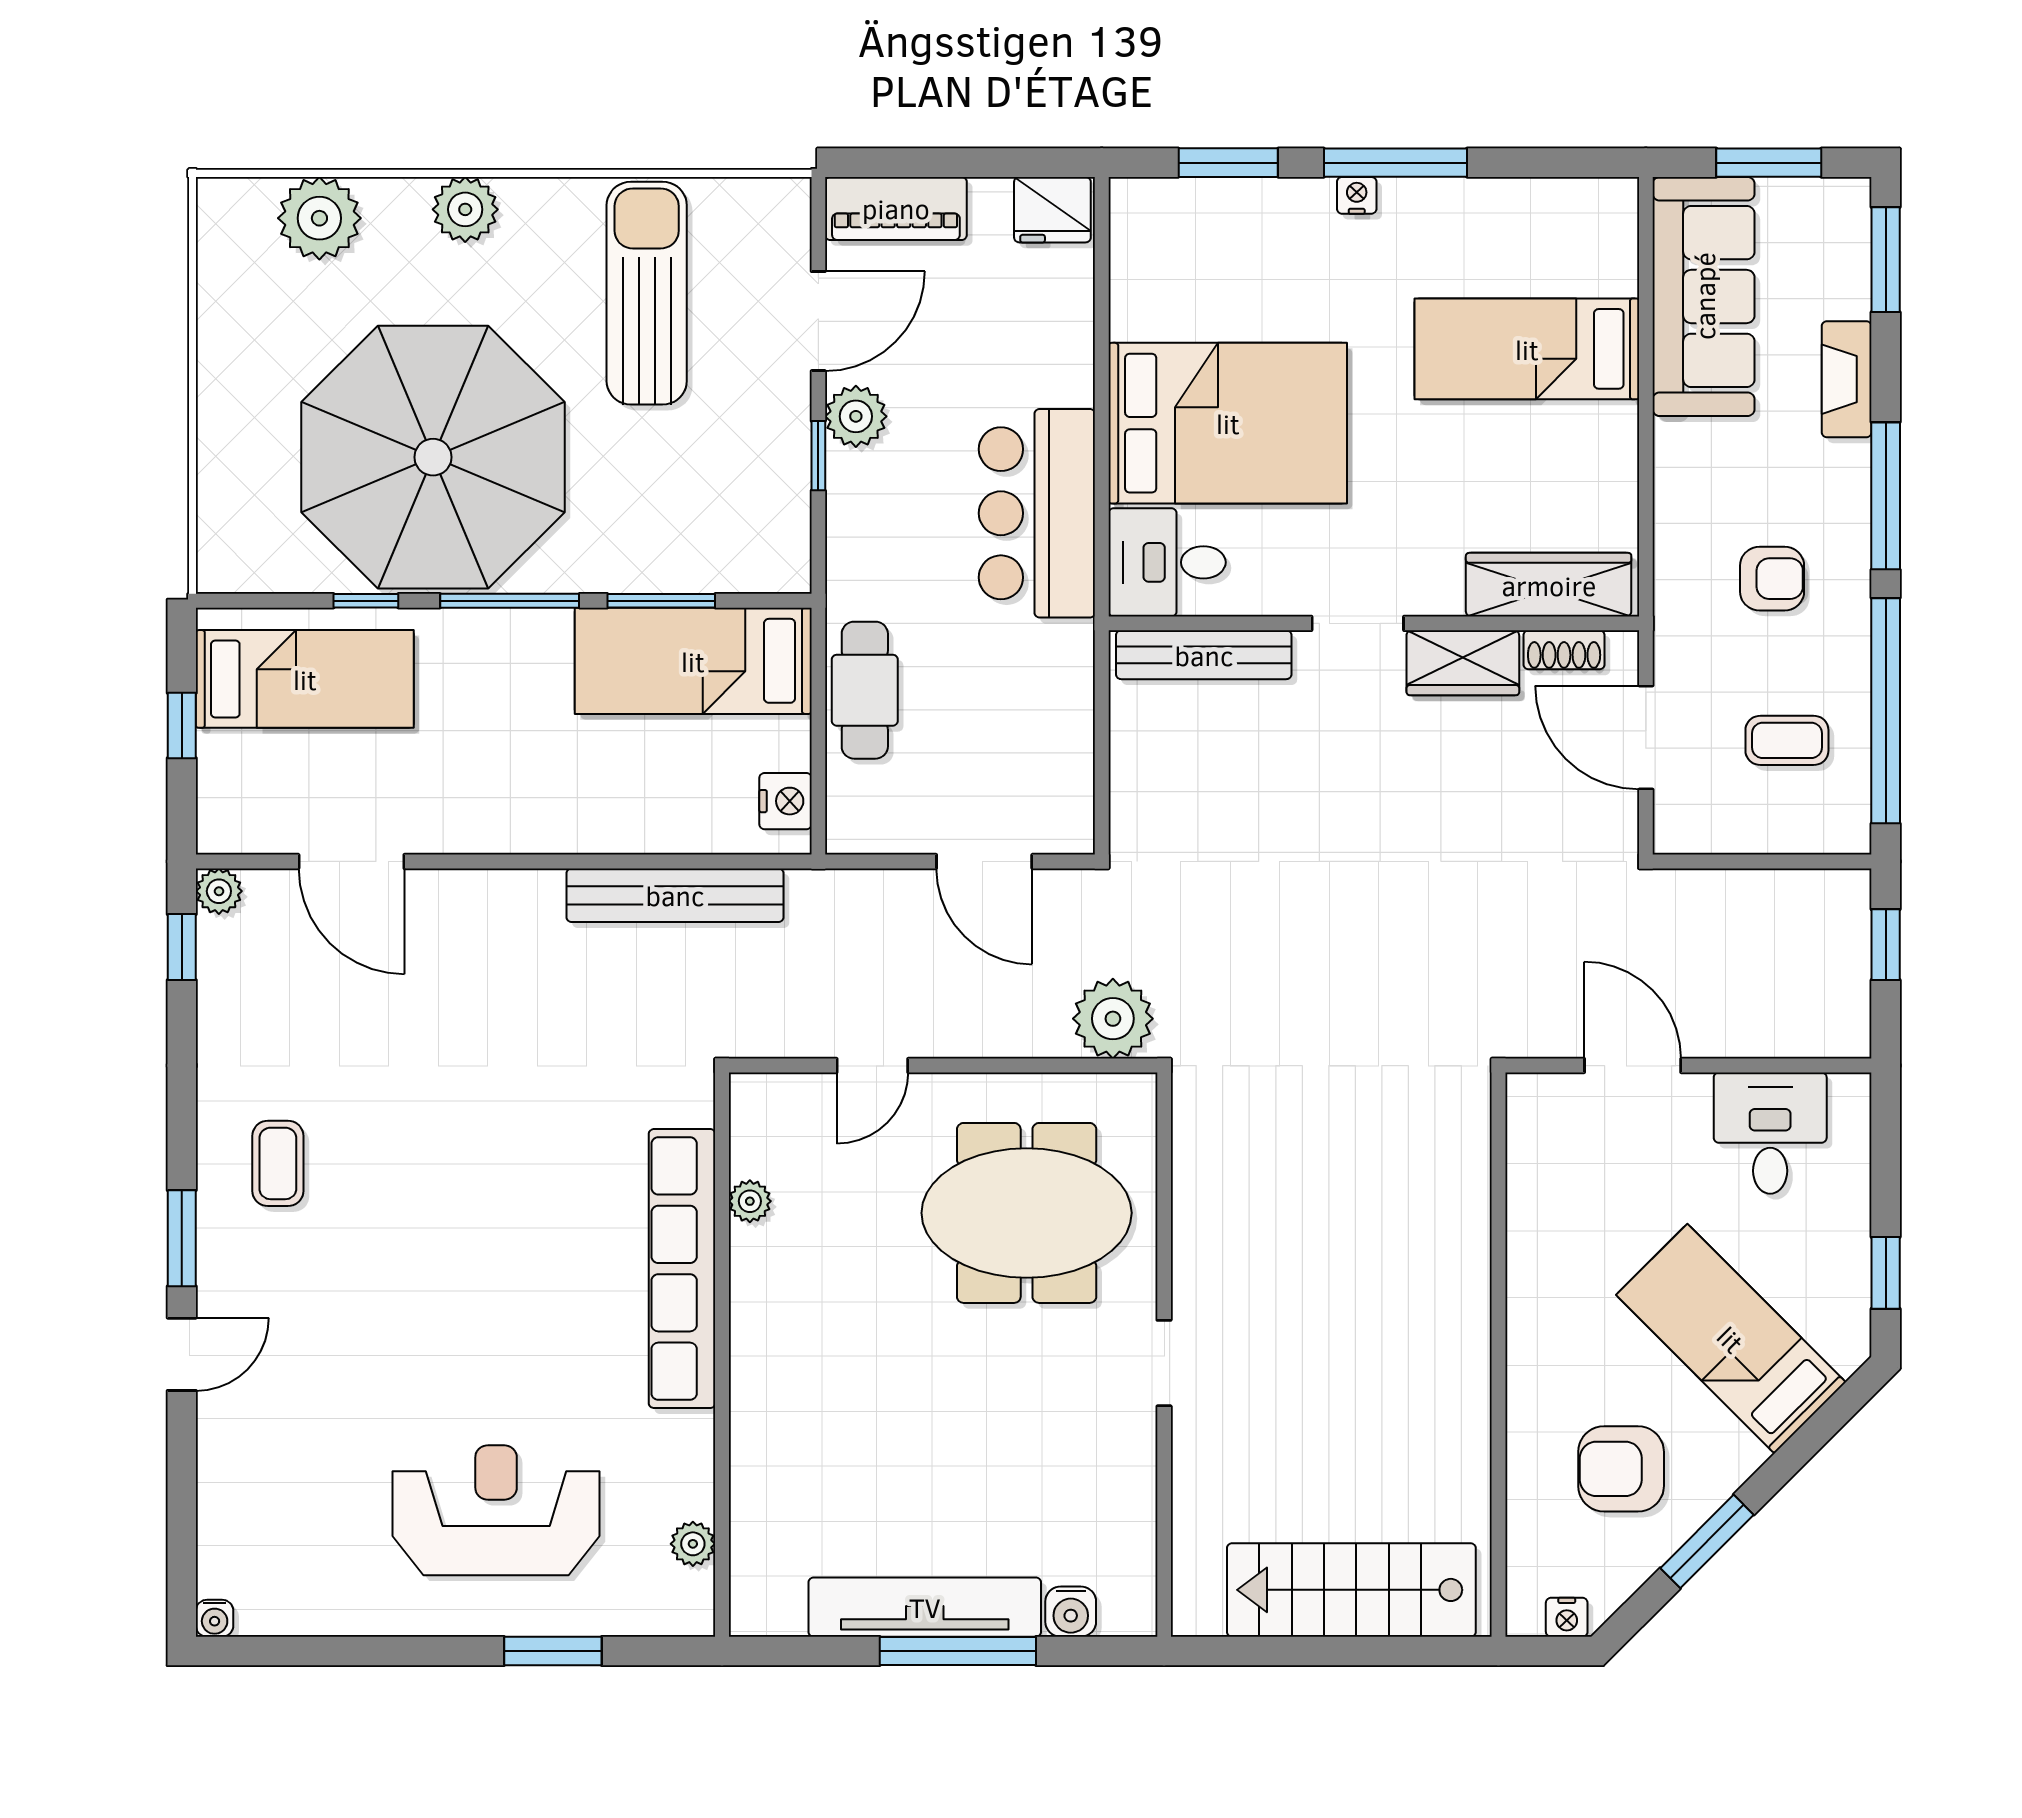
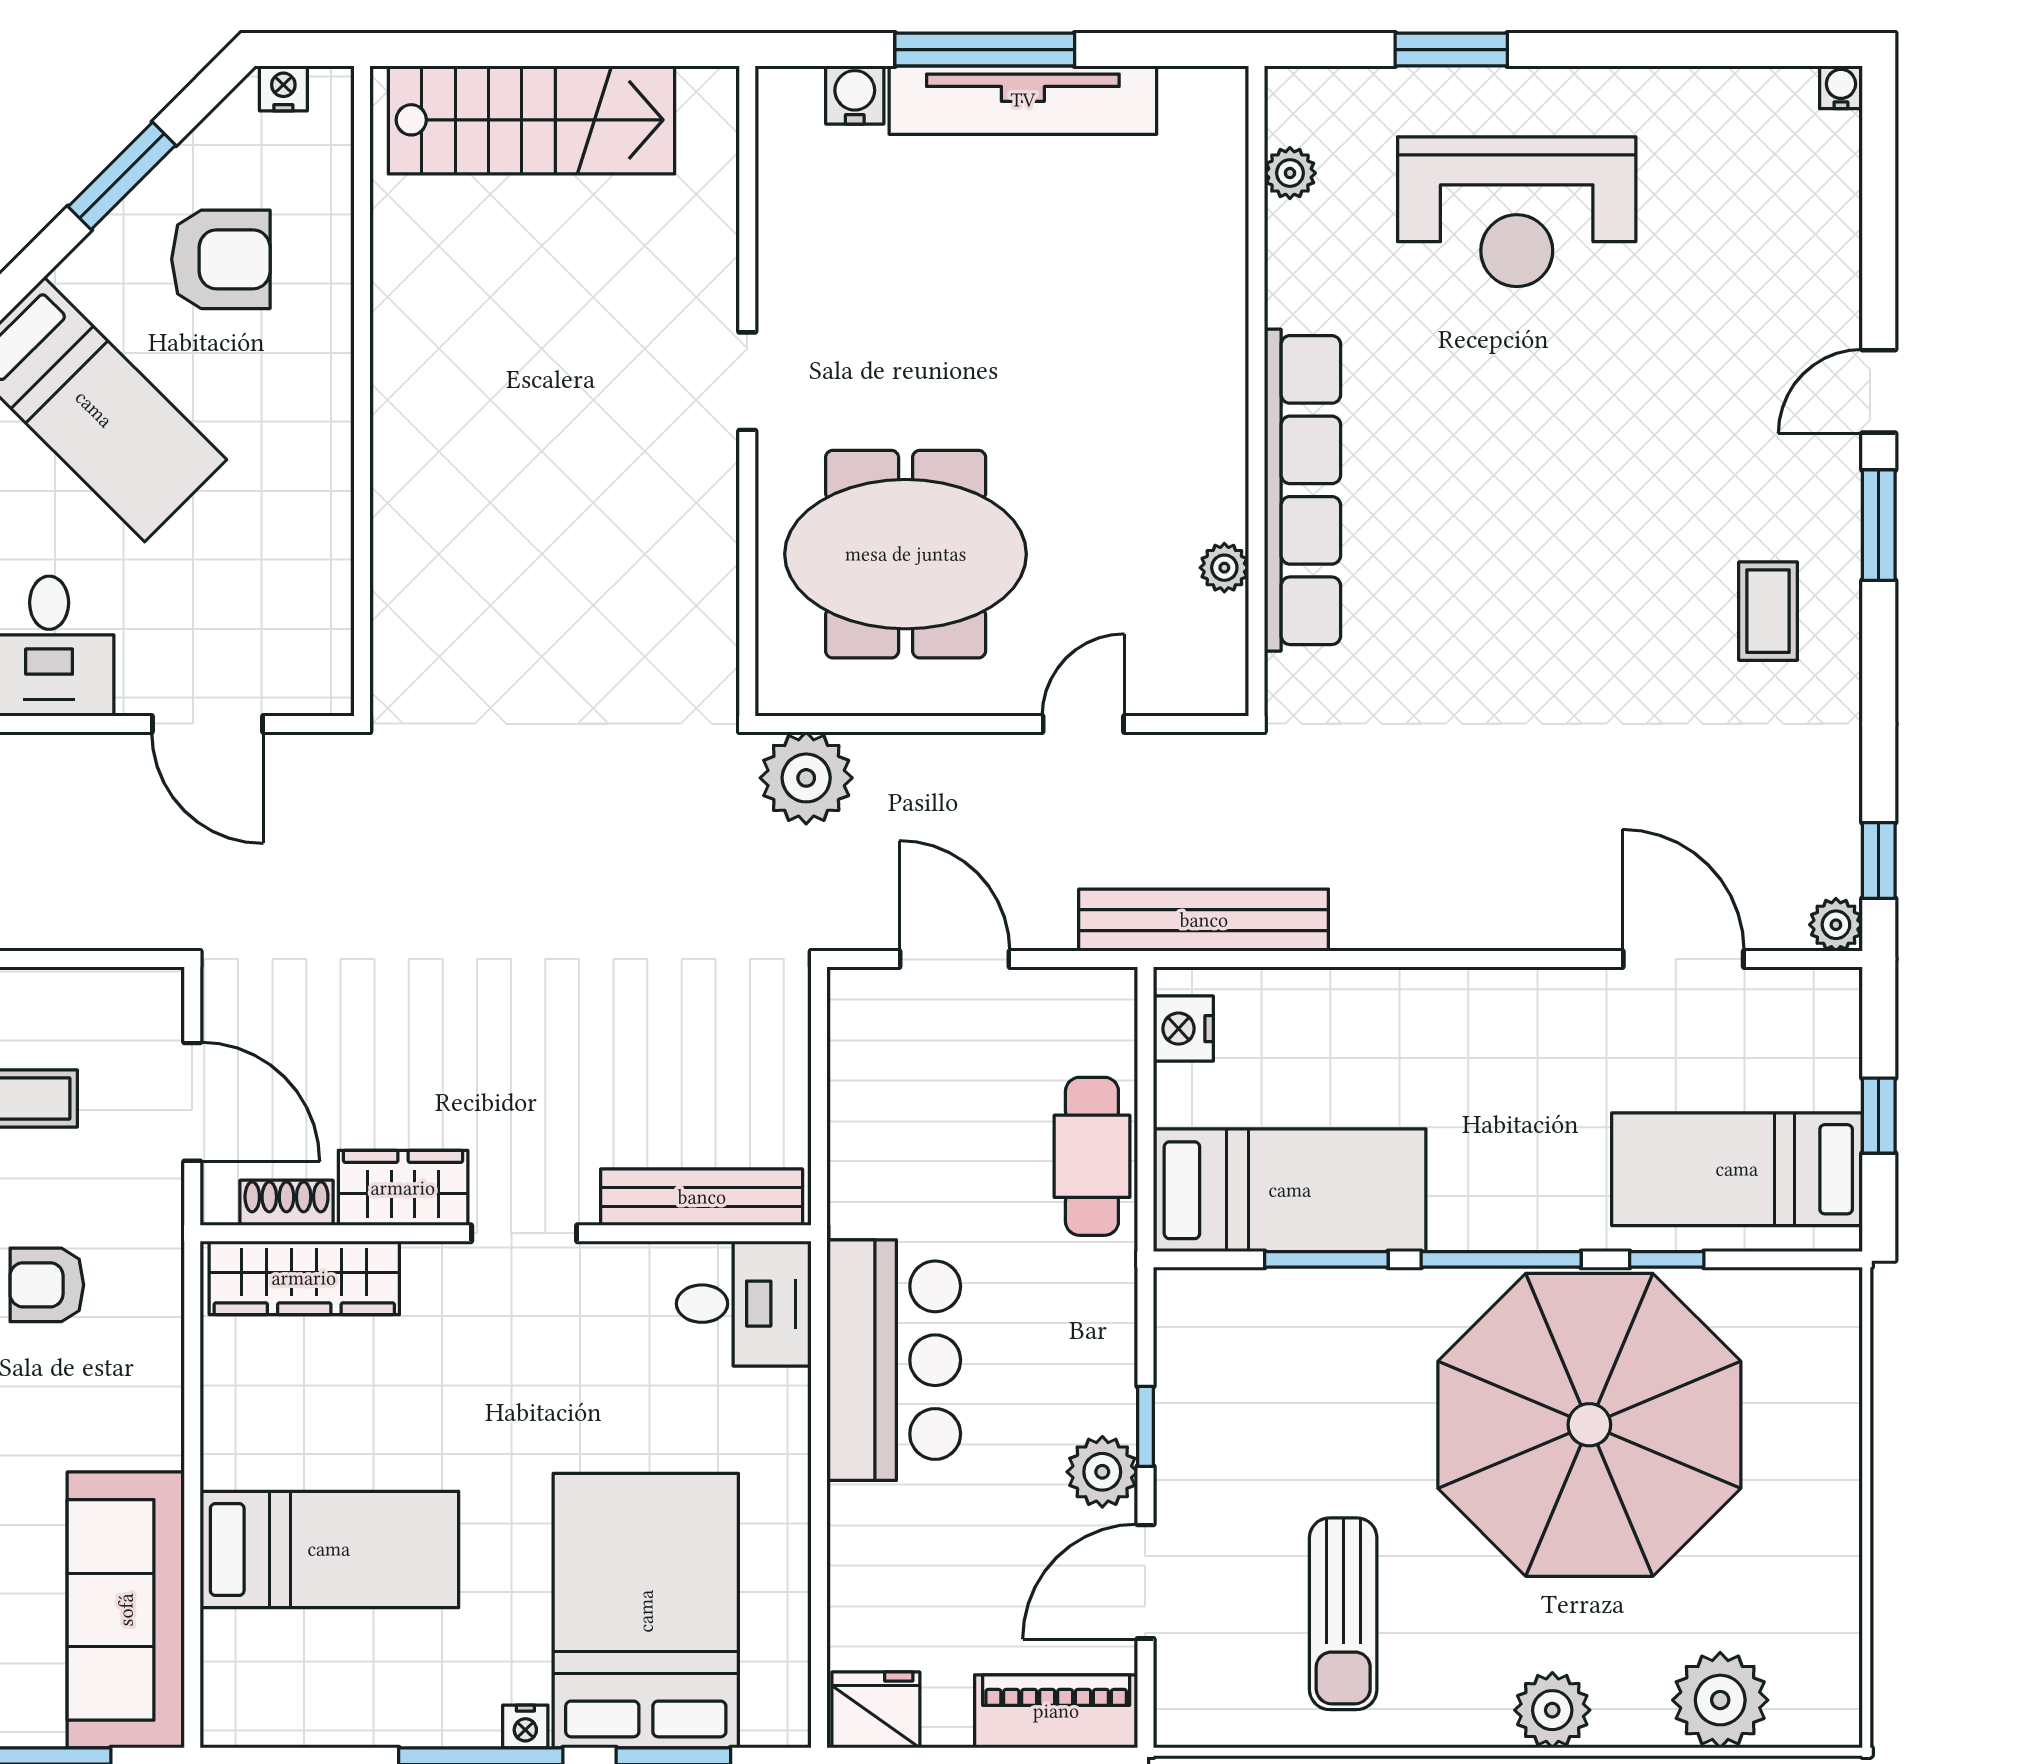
sun lounger: (647, 293) -> (1343, 1614), width x0.73, depth x0.75
bed: (1228, 423) -> (646, 1611), moved, turned 90
bench: (675, 895) -> (1204, 920), moved

